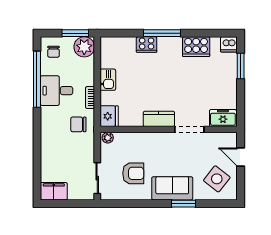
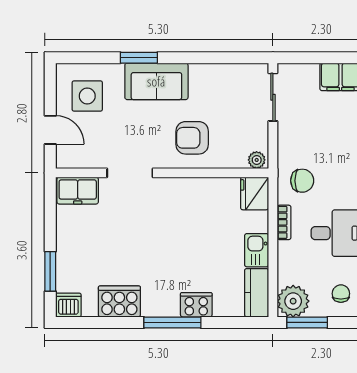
kitchen counter: (159, 119) -> (257, 293), moved, turned 90
armchair: (133, 173) -> (192, 138), moved
side table: (217, 179) -> (87, 96), turned -38

